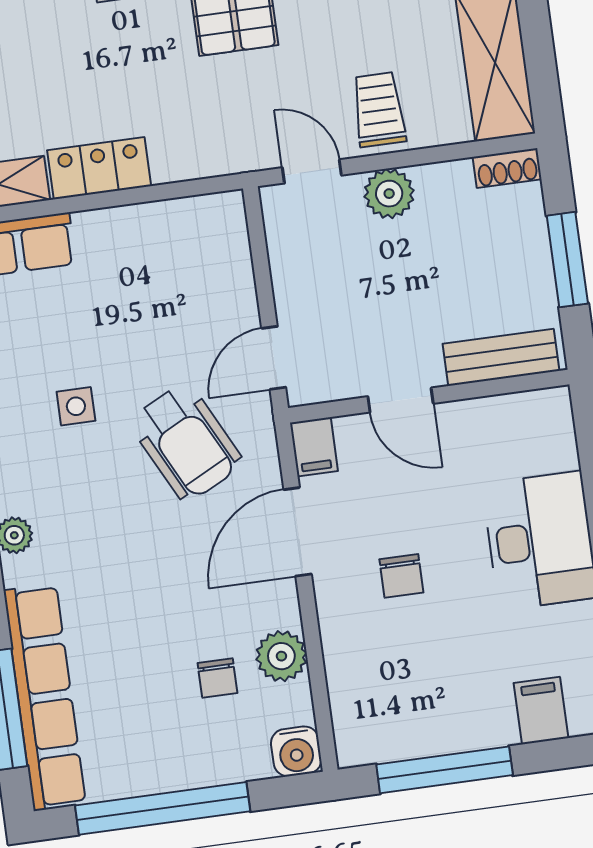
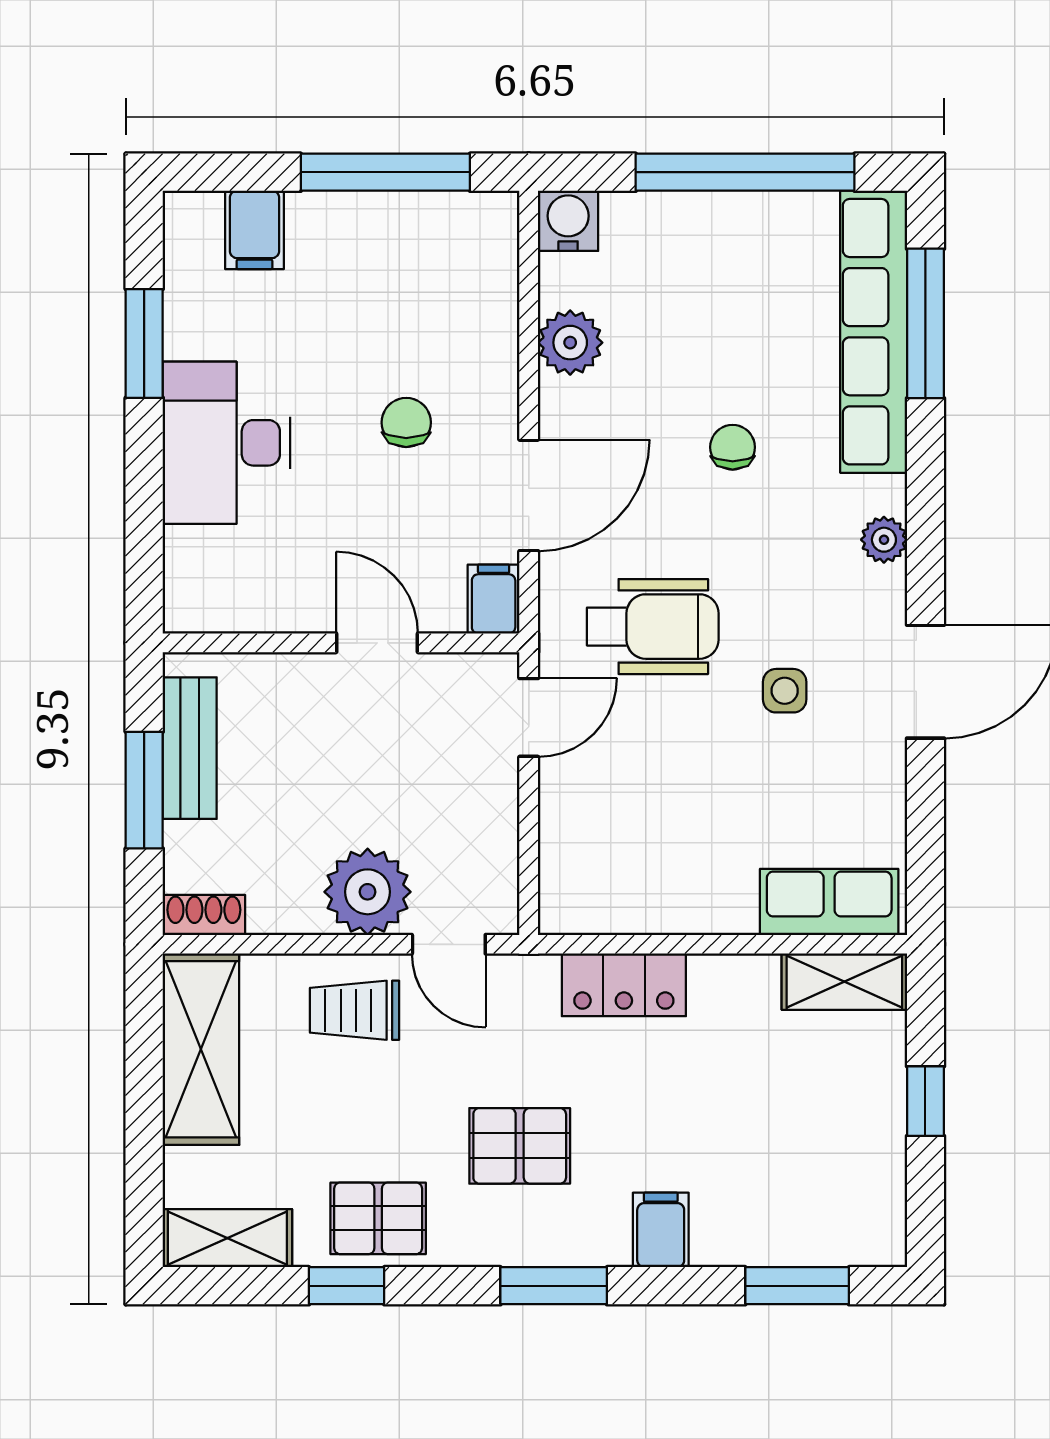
trolley: (379, 110) -> (355, 1010), turned 90
locker: (99, 168) -> (624, 985), moved
plant: (389, 194) -> (368, 892), width x1.36, depth x1.36
bench: (501, 357) -> (190, 748), moved, turned 90
wheelchair: (186, 442) -> (653, 627), turned 117
chair: (217, 678) -> (733, 447), moved

